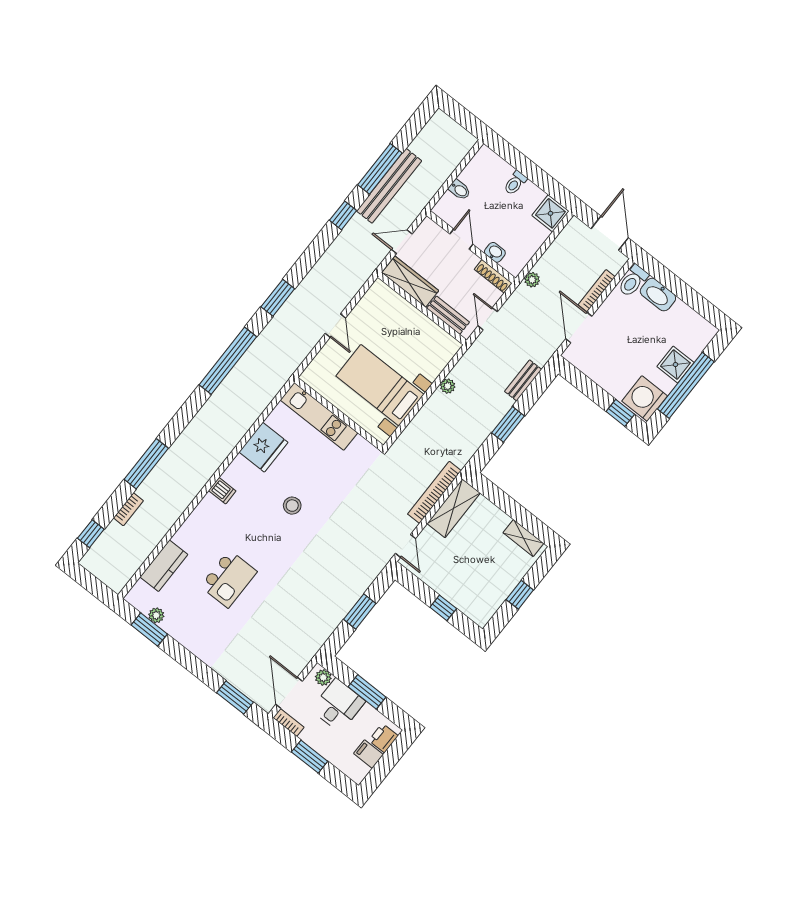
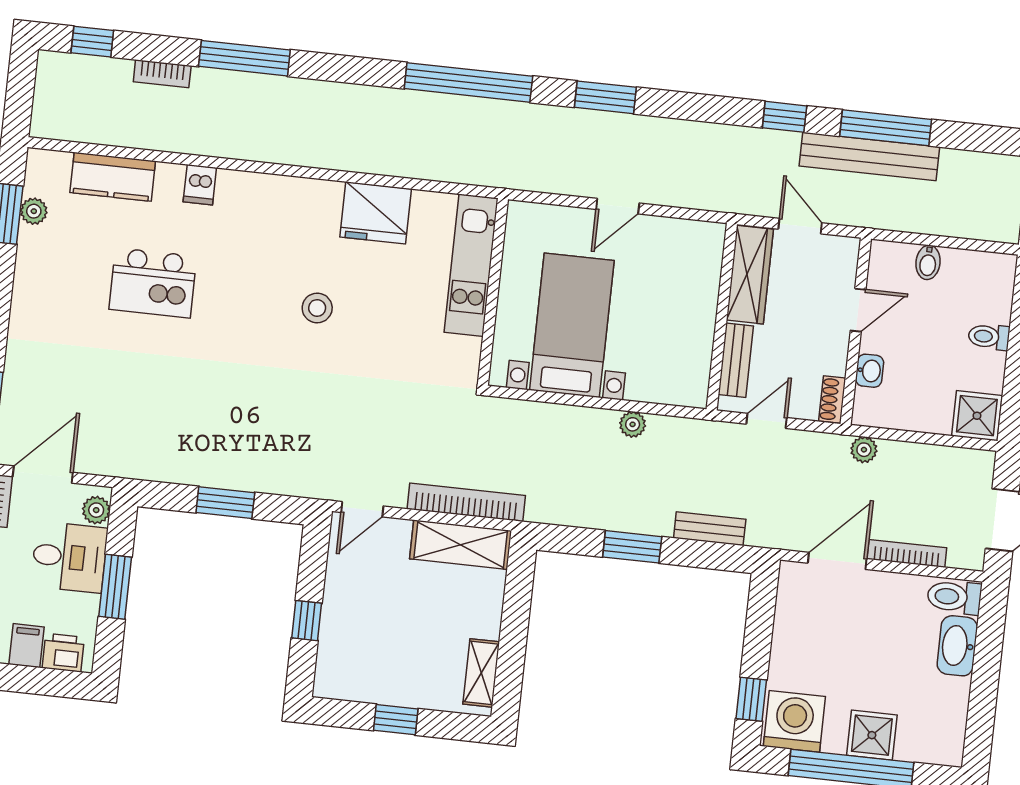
shoe rack: (493, 276) -> (832, 400), width x0.70
dishwasher: (222, 491) -> (200, 185), moved

